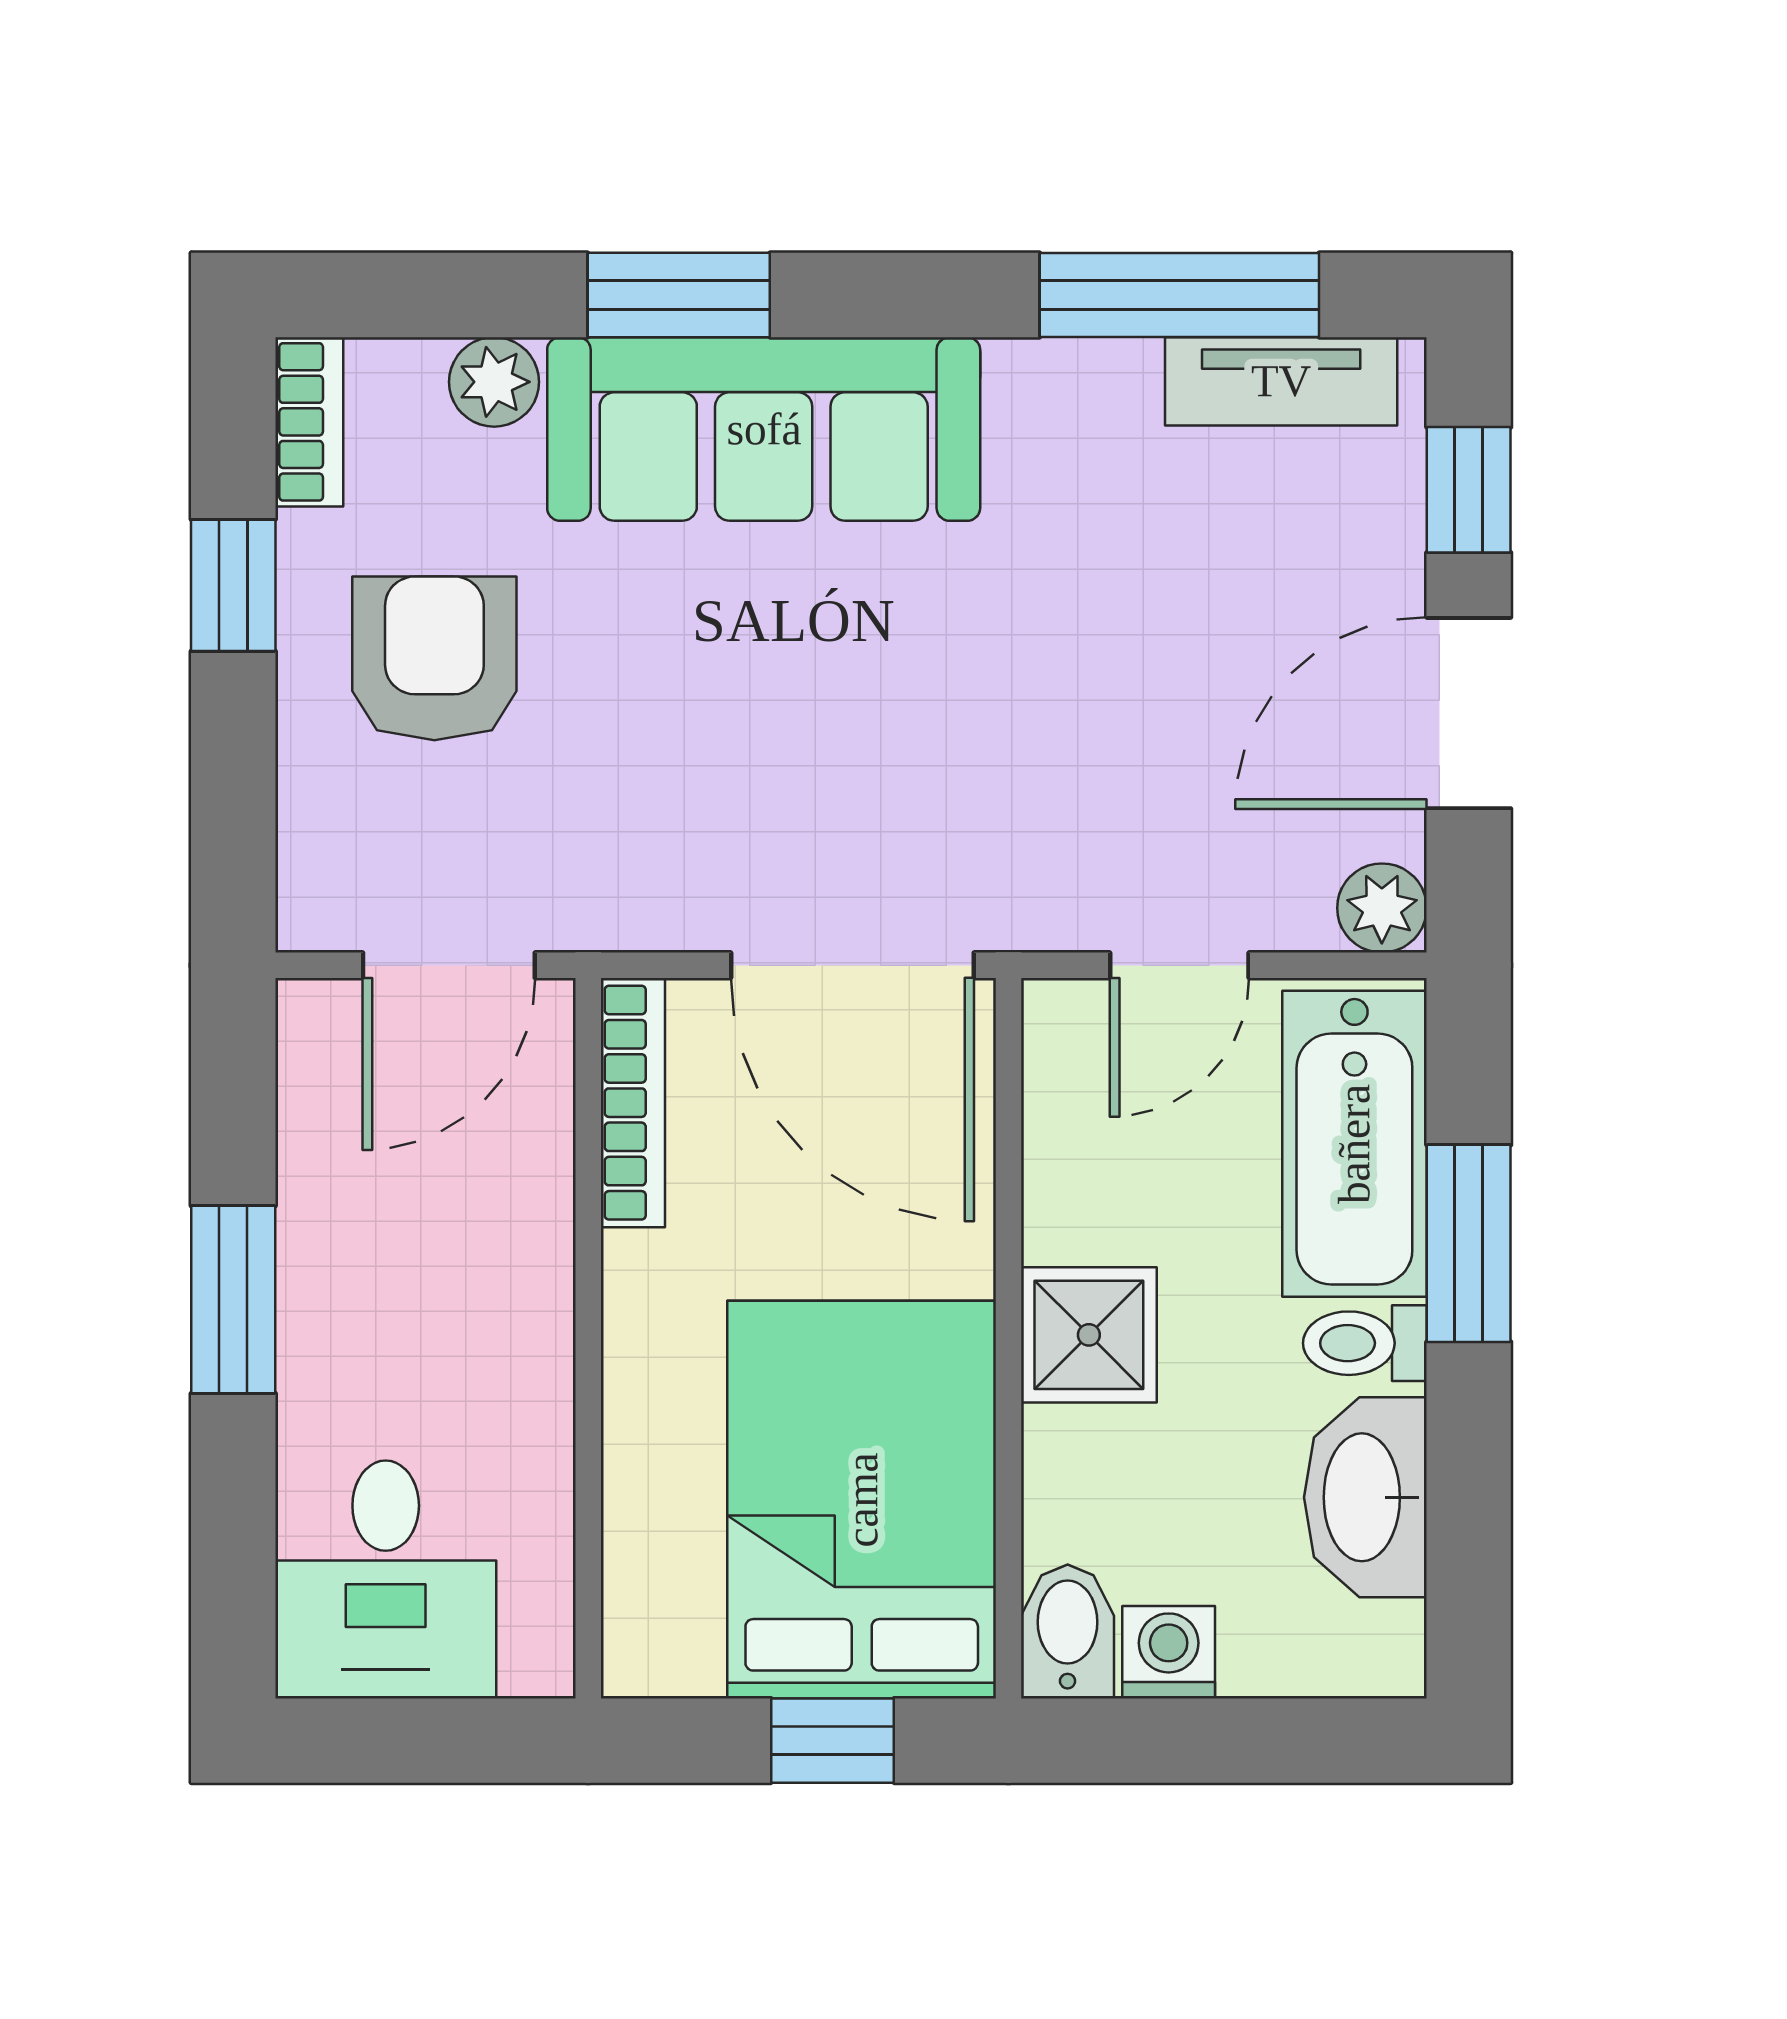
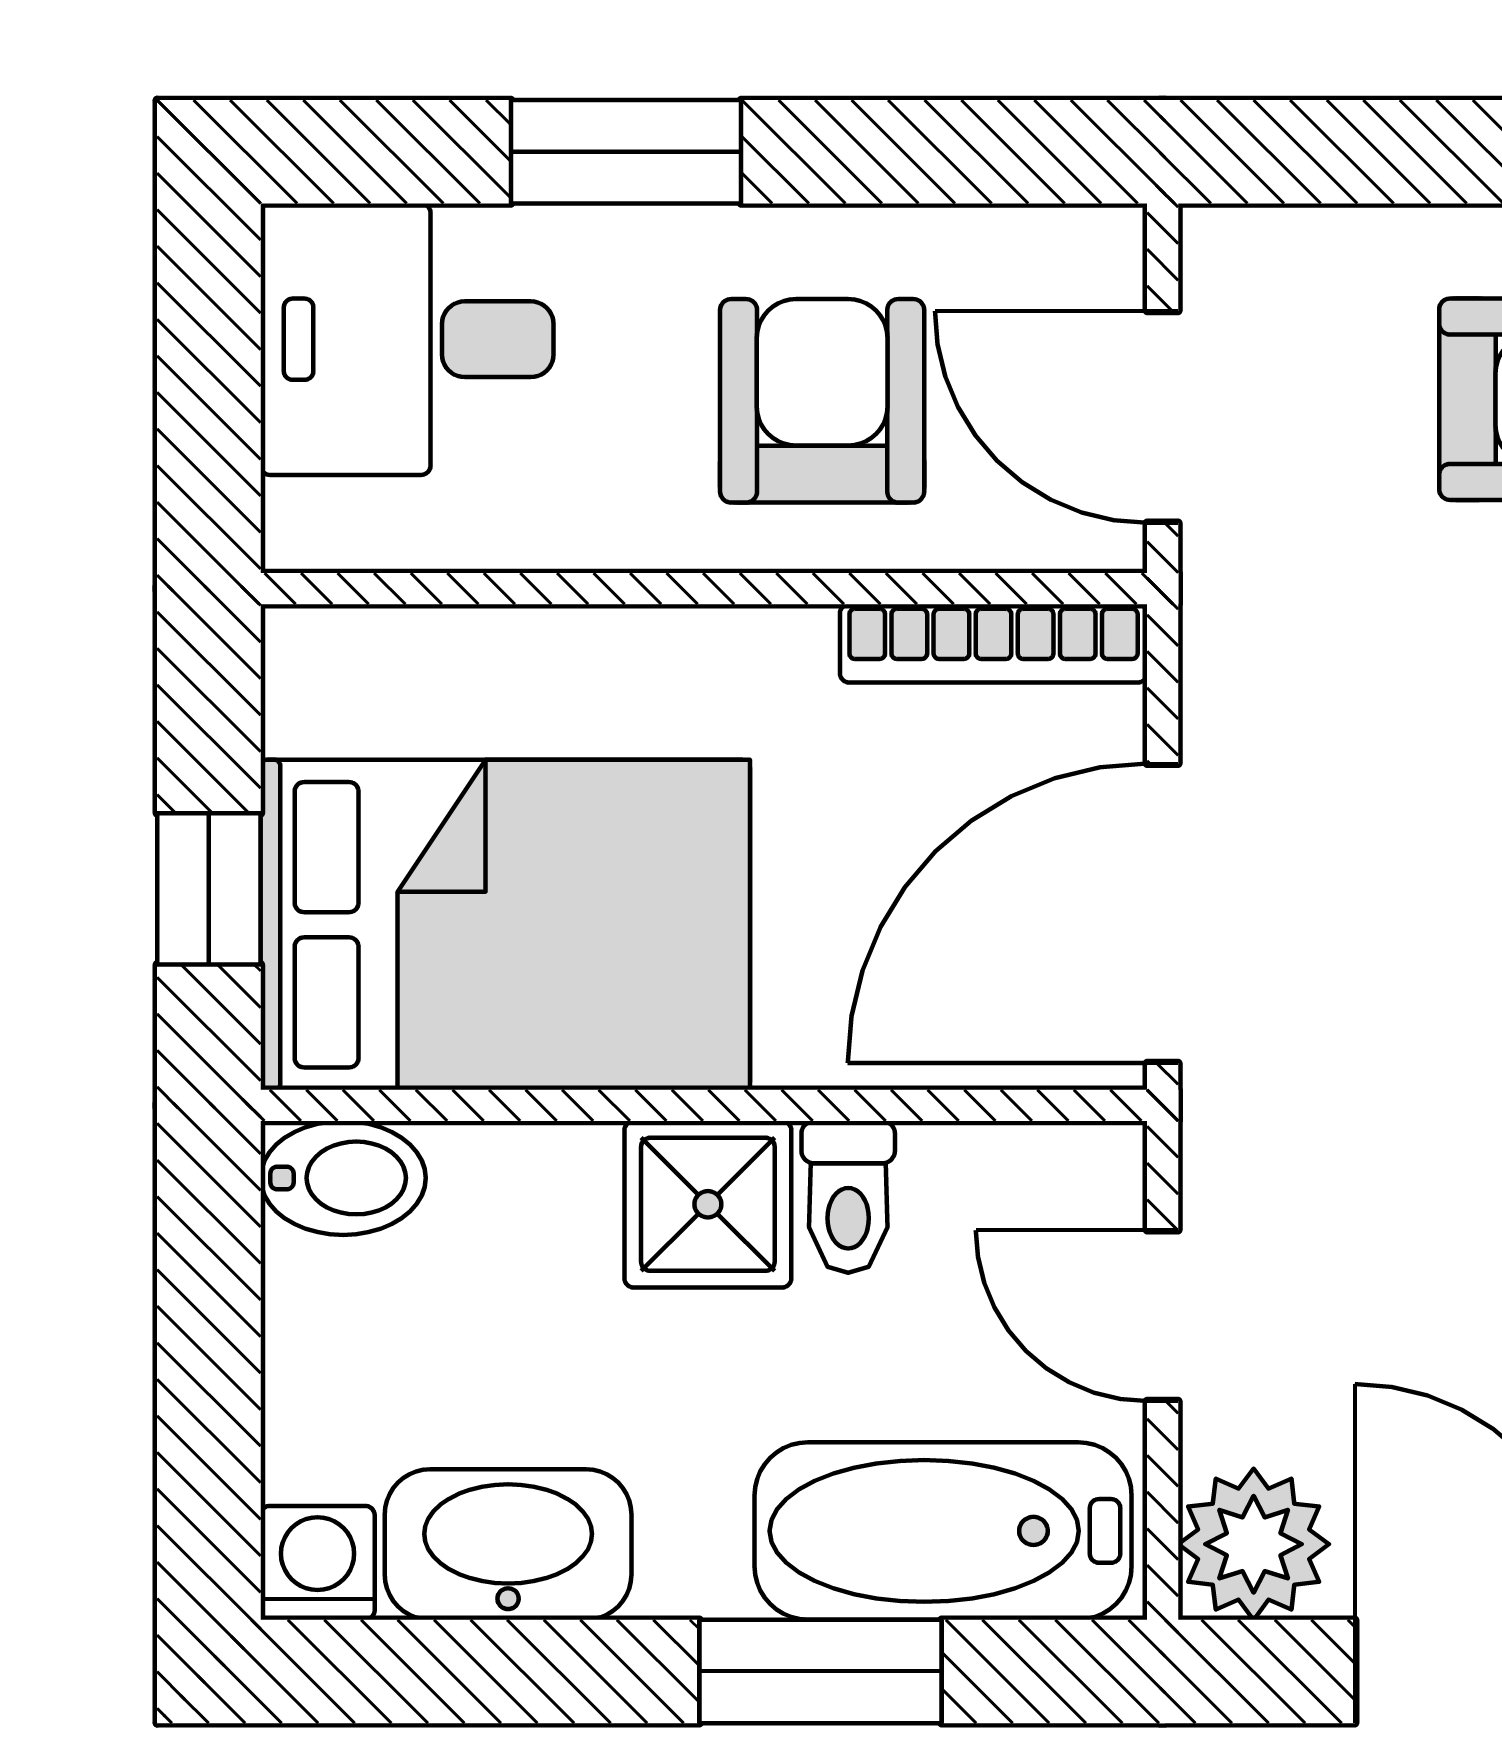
plant: (1382, 908) -> (1254, 1544), width x1.38, depth x1.38
armchair: (436, 1242) -> (822, 401), added
window: (233, 1300) -> (626, 152), moved
toilet: (1365, 1343) -> (848, 1197), moved, turned 180
washing machine: (1169, 1652) -> (318, 1563), moved, turned -90

